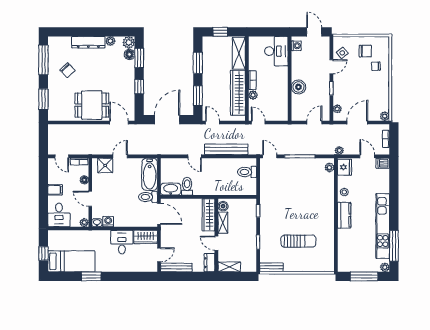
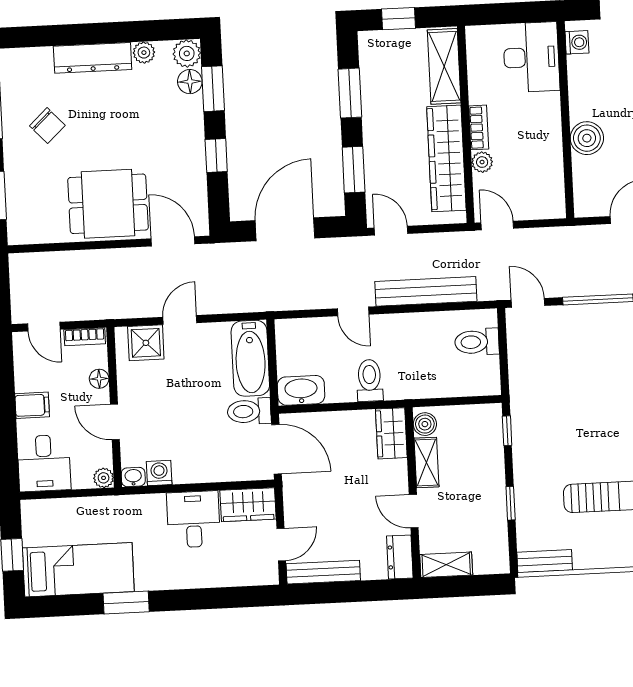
toilet: (187, 186) -> (370, 380), moved
wardrobe: (208, 215) -> (391, 433), width x0.67

